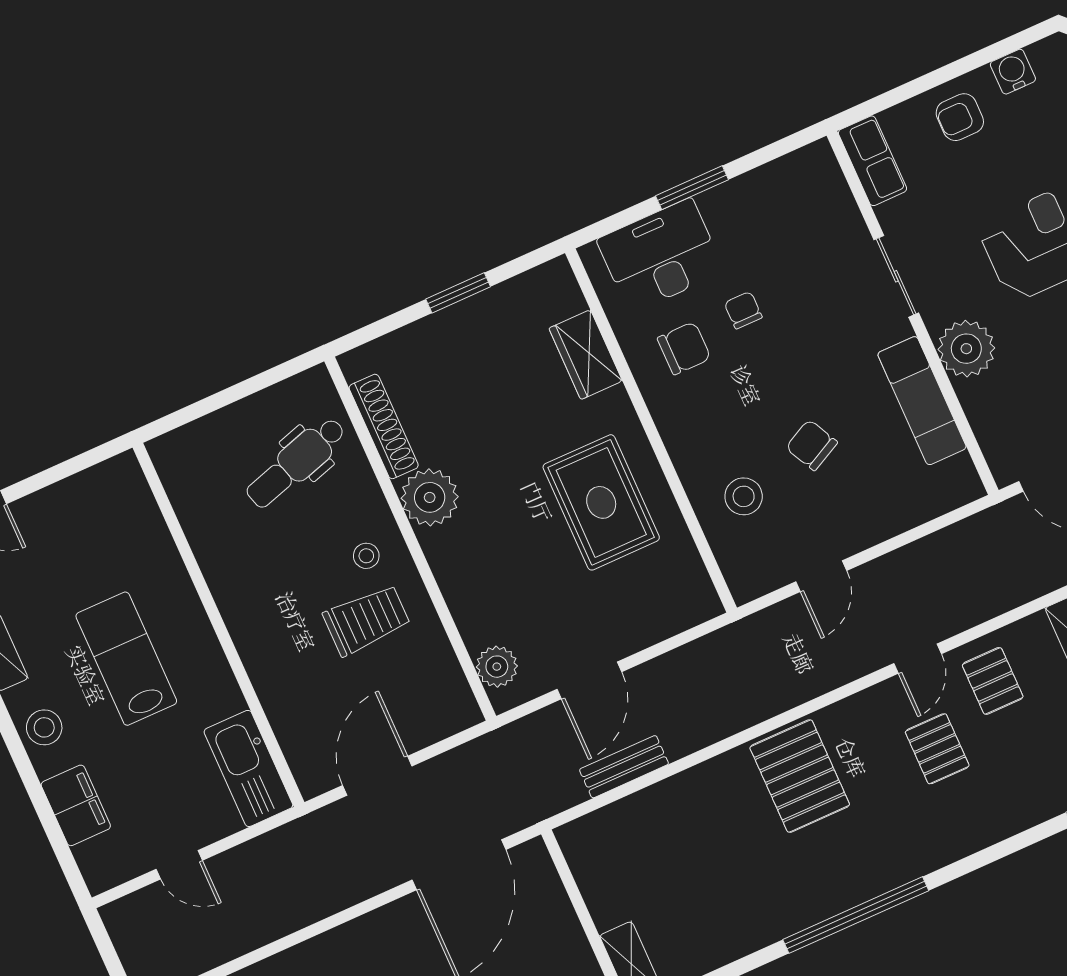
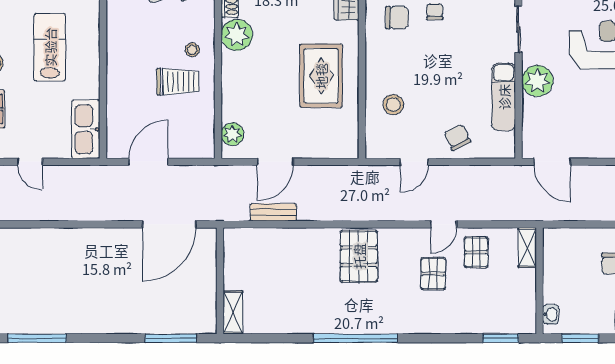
chair: (812, 445) -> (457, 137), moved

